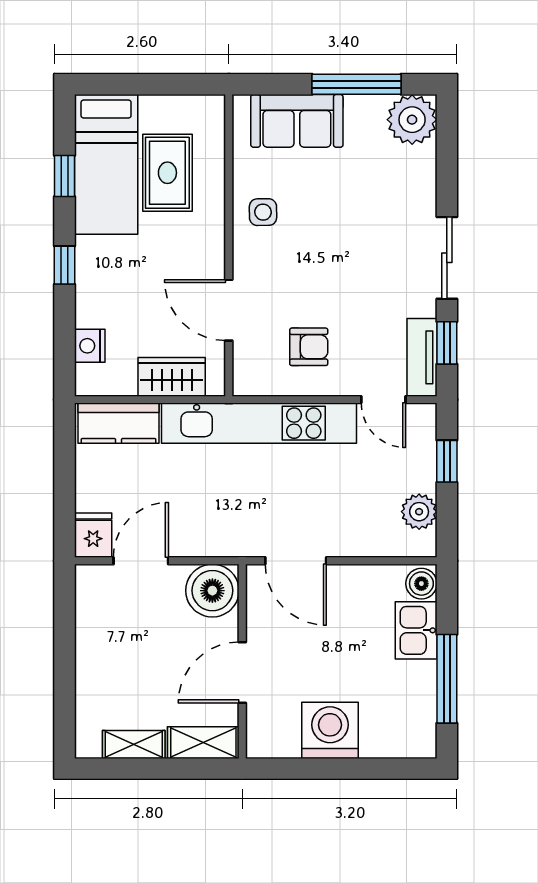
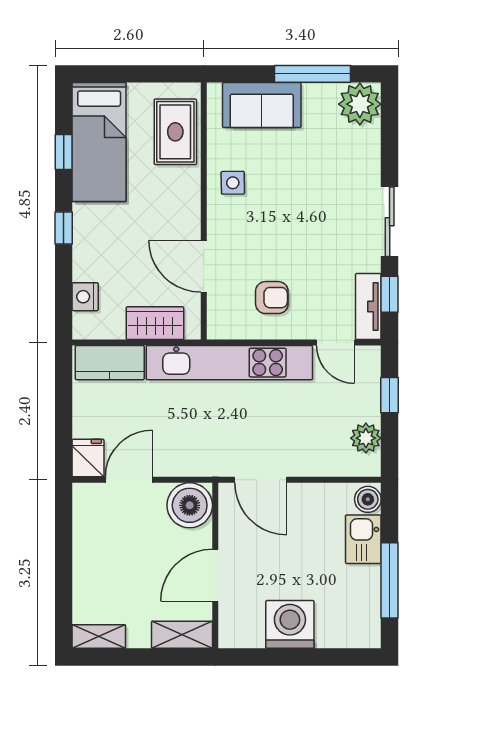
rug: (167, 173) -> (175, 132), moved
shelving: (134, 745) -> (99, 636), moved

